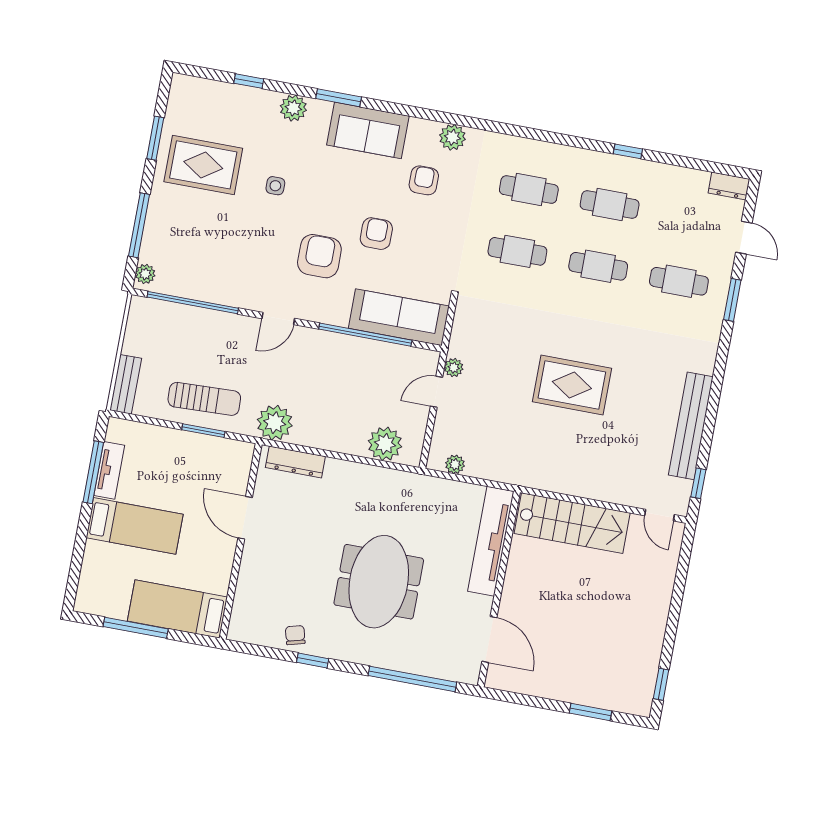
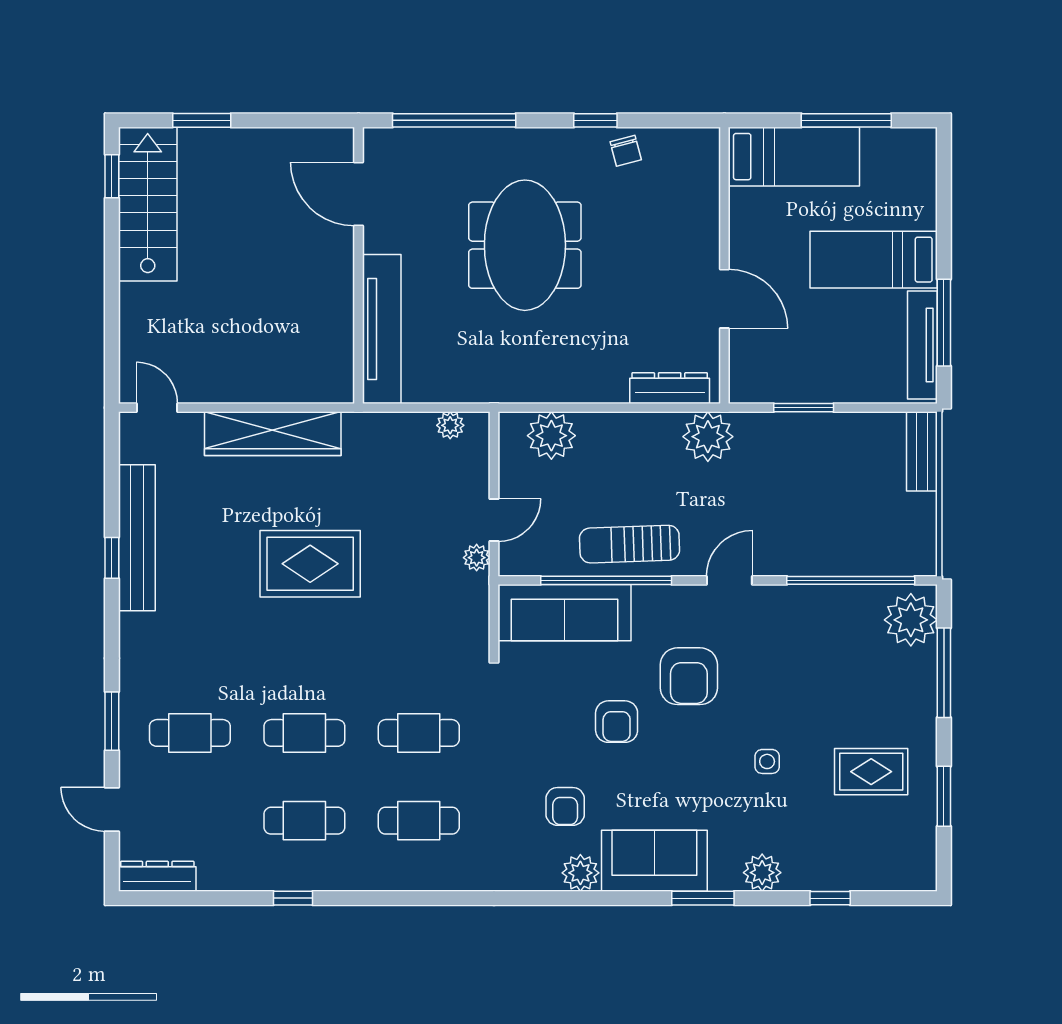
plant: (452, 137) -> (580, 873), moved
rug: (203, 165) -> (871, 772), width x0.73, depth x0.70
dresser: (729, 186) -> (157, 876), width x1.44
plant: (145, 274) -> (911, 620), width x1.88, depth x1.88
sun lounger: (204, 399) -> (630, 544), moved
tv unit: (109, 470) -> (922, 345), width x1.41
wardrobe: (581, 482) -> (273, 434), added
window: (698, 483) -> (112, 558), moved
stairs: (572, 523) -> (148, 204), moved, turned 90

